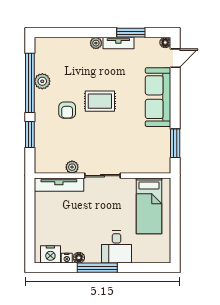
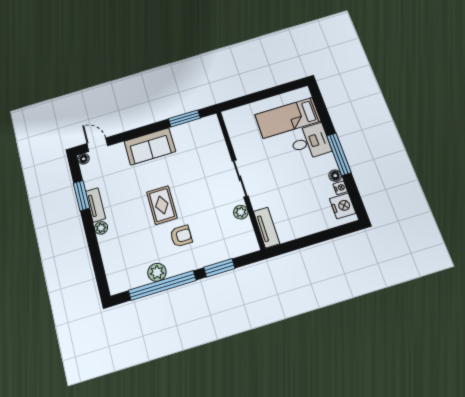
sofa: (158, 97) -> (150, 146), width x0.73
tv unit: (59, 185) -> (267, 228), width x0.71
bed: (149, 206) -> (288, 118), moved, turned 180

